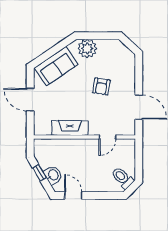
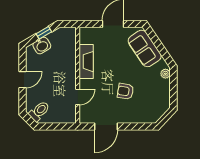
plant: (87, 49) -> (165, 74), width x0.53, depth x0.53
door: (107, 137) -> (78, 97), swing flipped
door: (73, 195) -> (23, 80), moved

